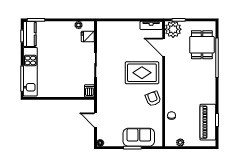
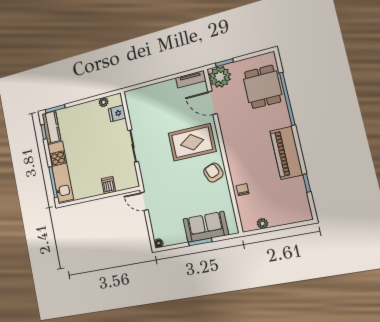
dishwasher: (89, 91) -> (108, 185), moved
door: (96, 120) -> (144, 201), moved
piano: (208, 122) -> (286, 153), moved

